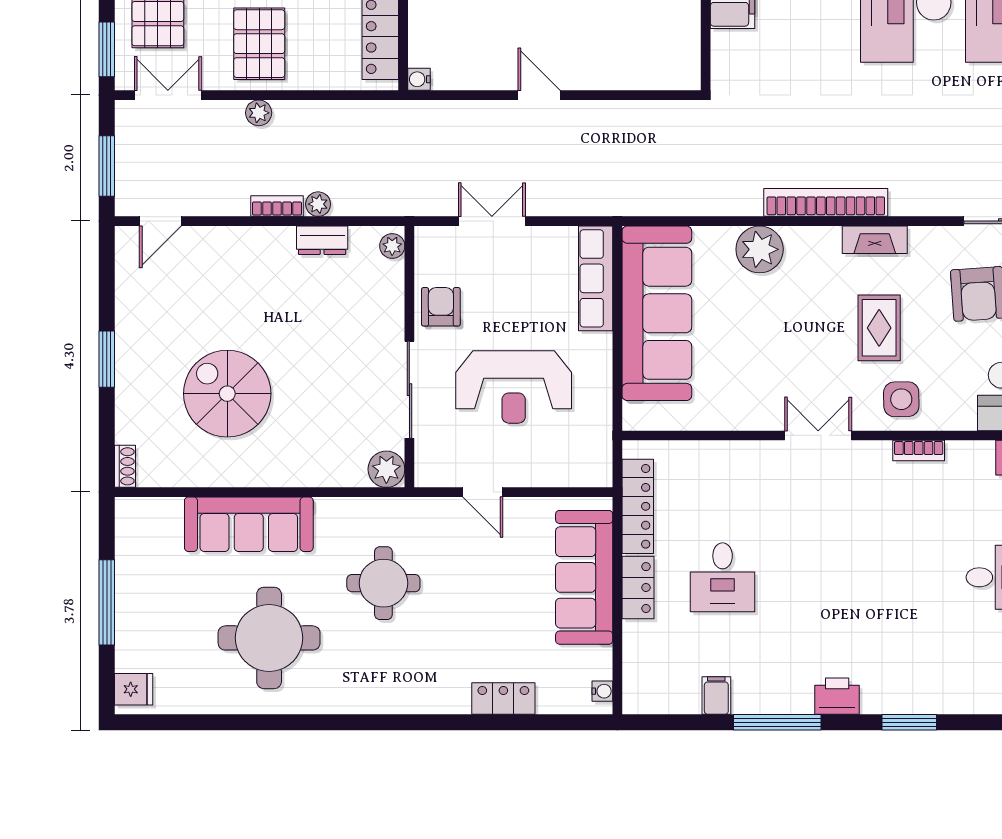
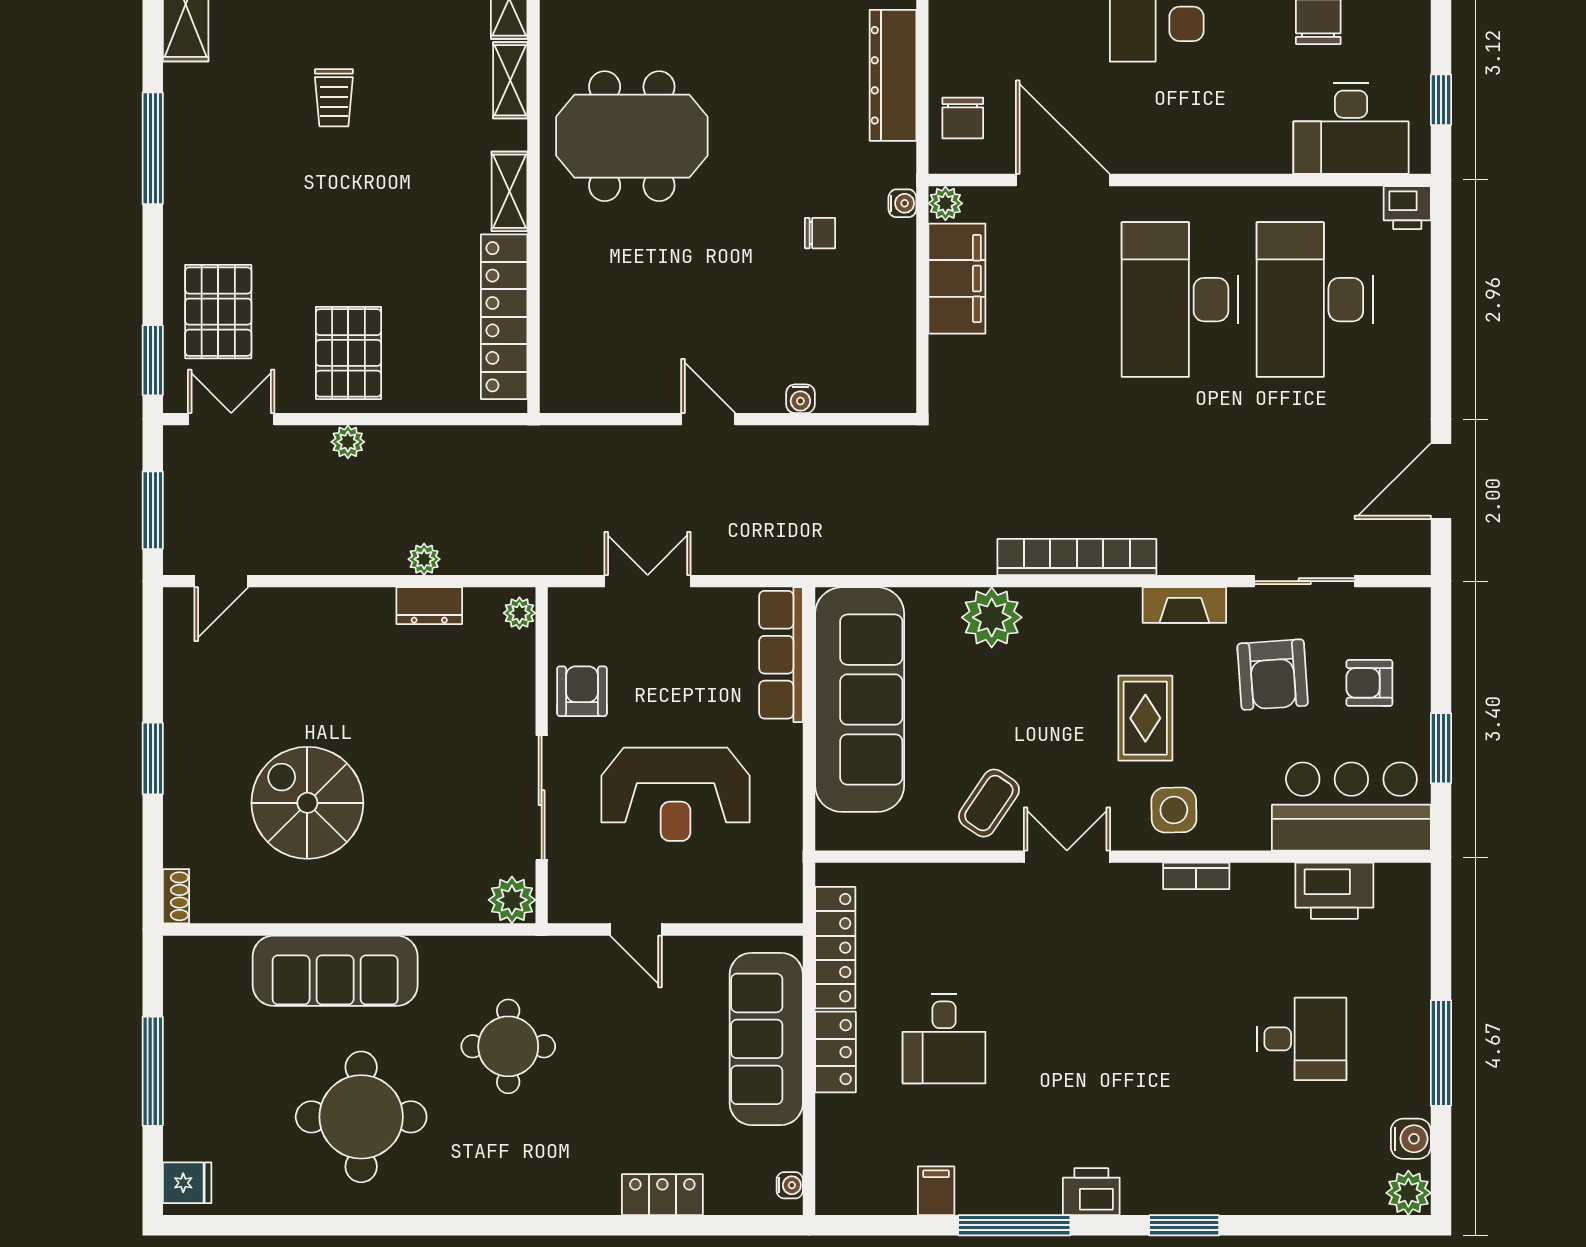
water cooler: (419, 79) -> (800, 399), moved, turned -90
bookcase: (277, 206) -> (371, 562), removed
fireplace: (875, 240) -> (1184, 605), moved
coffee table: (757, 394) -> (989, 803), added

